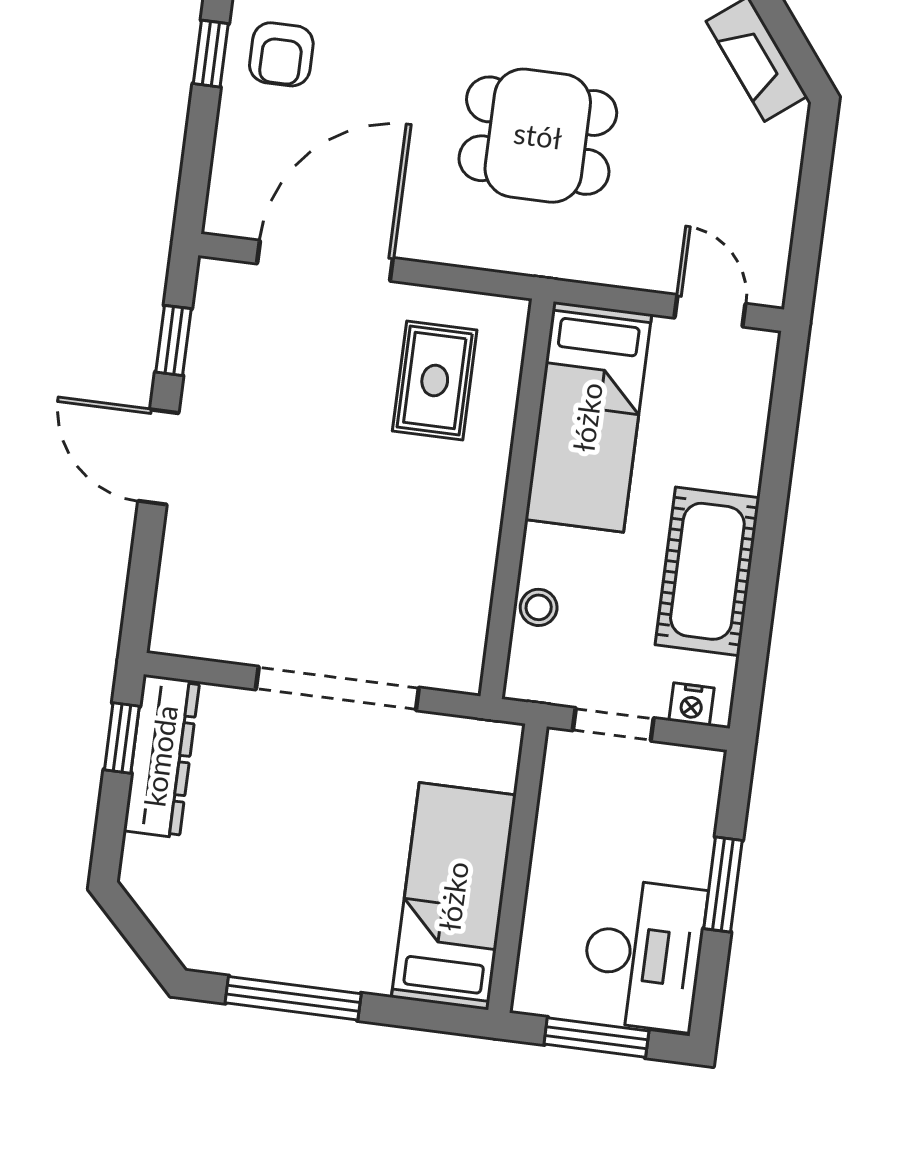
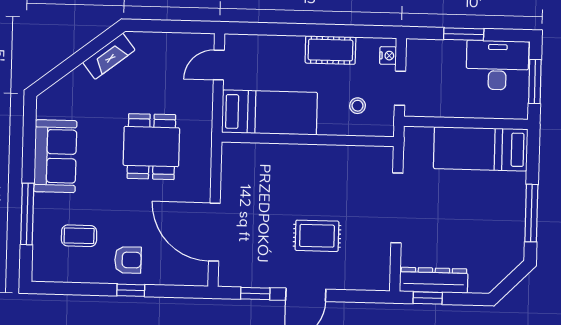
rug: (435, 381) -> (317, 236), moved
cot: (707, 571) -> (330, 50), width x0.73, depth x0.75
stool: (539, 607) -> (358, 106), moved

